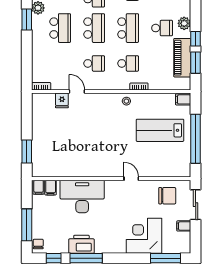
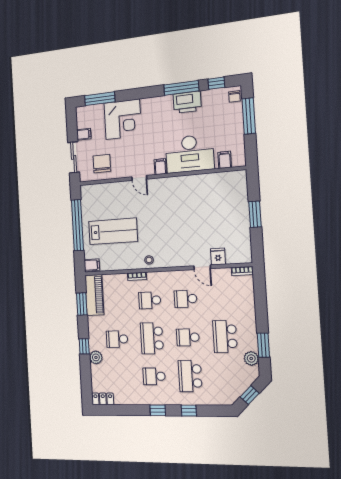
plant: (184, 23) -> (96, 357), moved
school desk: (94, 28) -> (188, 337), width x0.54
window: (196, 39) -> (84, 346), moved
piano: (182, 58) -> (94, 295), moved
window: (27, 151) -> (255, 214), moved
filing cabinet: (39, 187) -> (160, 167), moved
chair: (167, 196) -> (102, 164), turned 90

